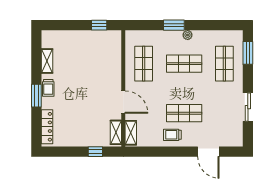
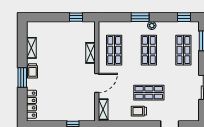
window: (225, 25) -> (184, 17), added
shop shelf: (184, 64) -> (149, 50), turned 90
door: (123, 102) -> (97, 83), hinge flipped
shelving: (116, 132) -> (90, 53), moved

